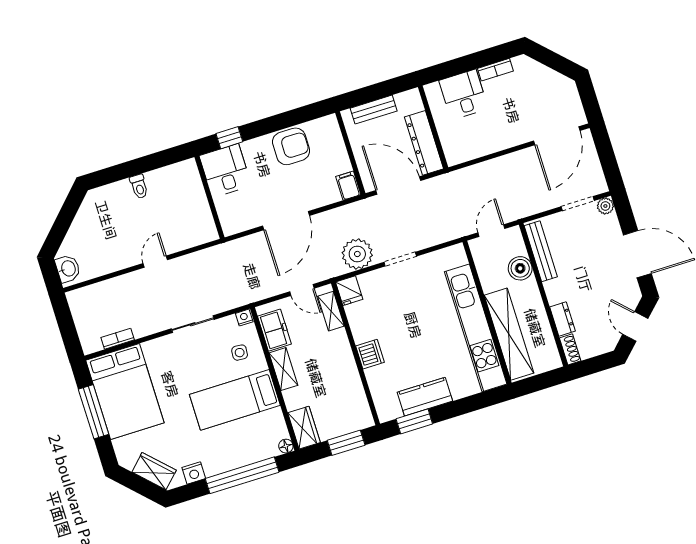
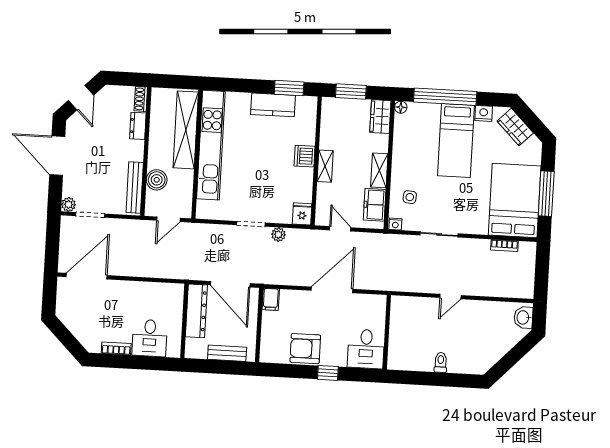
window: (229, 138) -> (328, 373), moved
plant: (357, 254) -> (278, 235), width x0.53, depth x0.53
shelving: (331, 311) -> (325, 166), moved
bed: (235, 400) -> (456, 140), moved, turned 90

